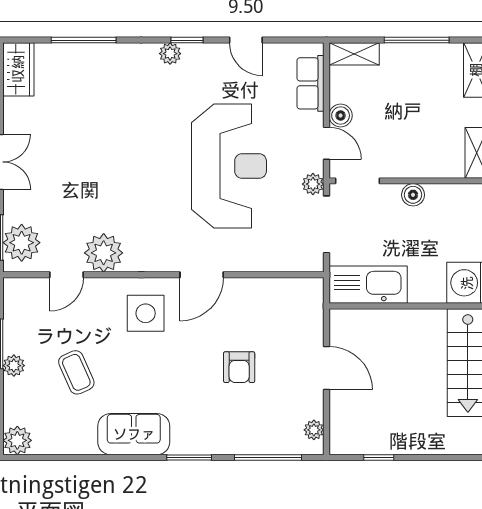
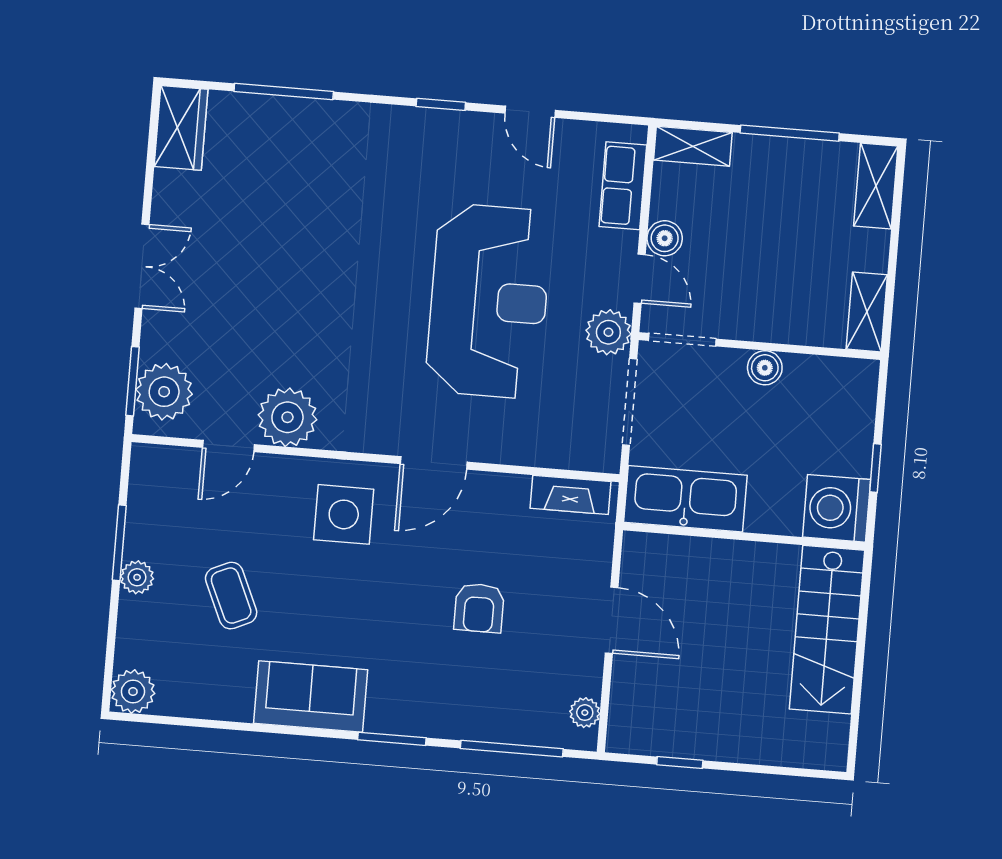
plant: (170, 54) -> (413, 123), removed
plant: (313, 184) -> (608, 332), width x1.38, depth x1.38
fireplace: (293, 288) -> (570, 495), added

